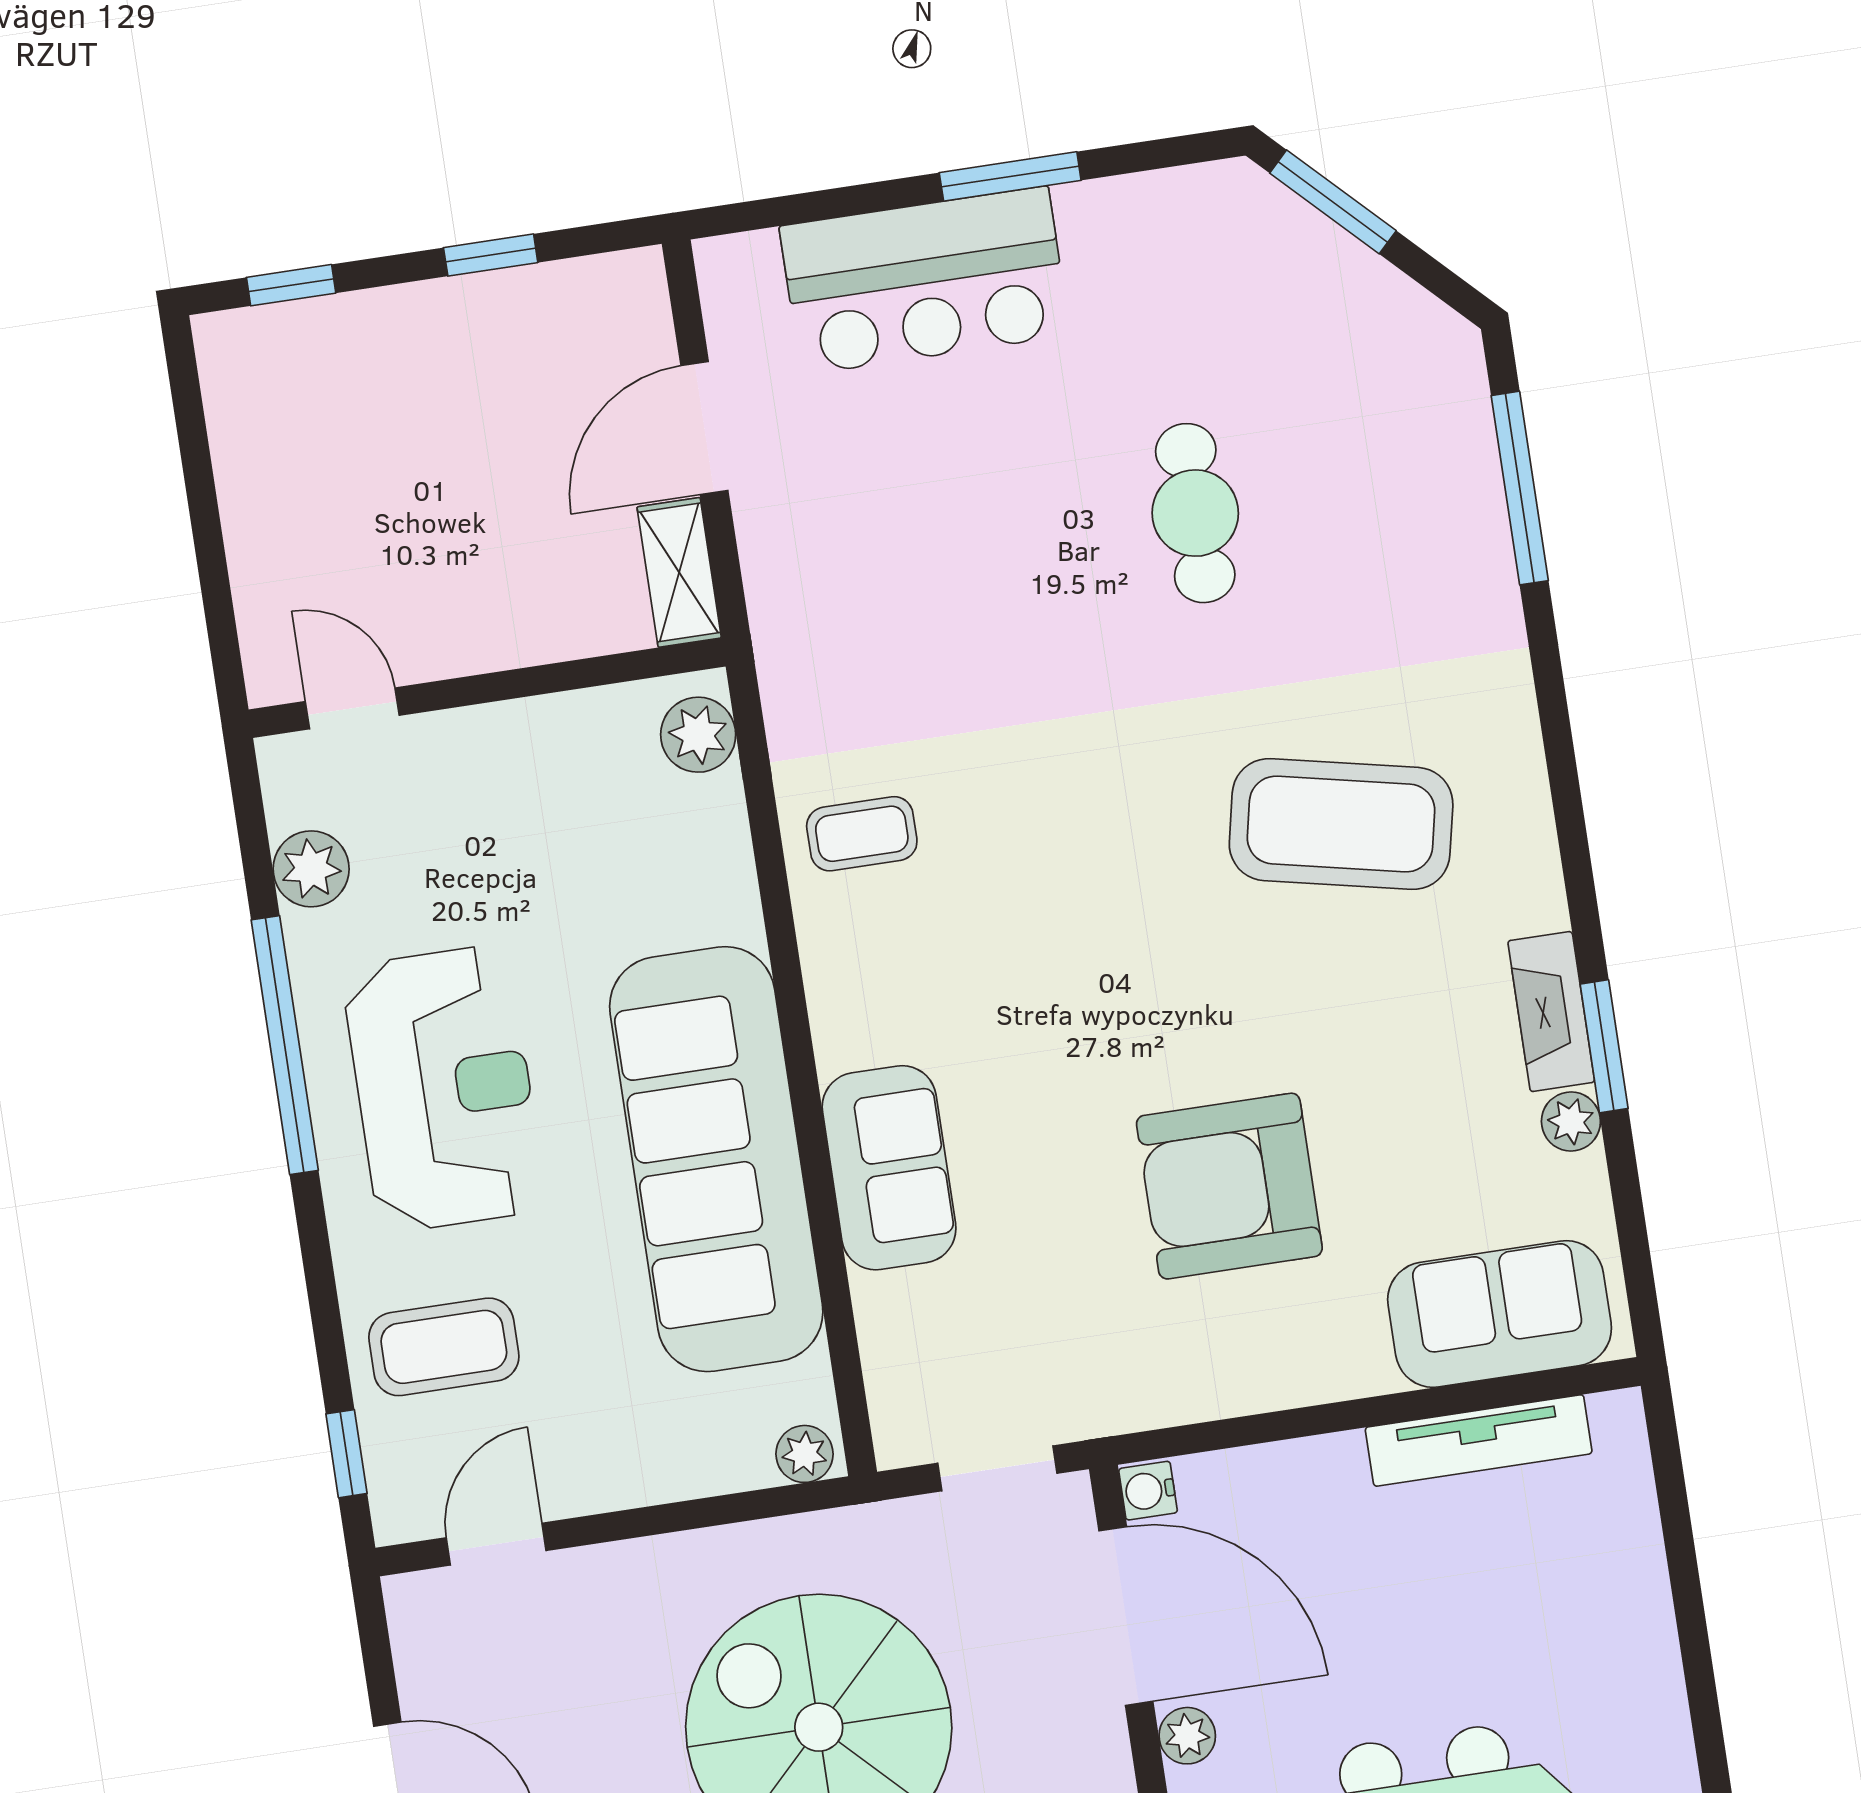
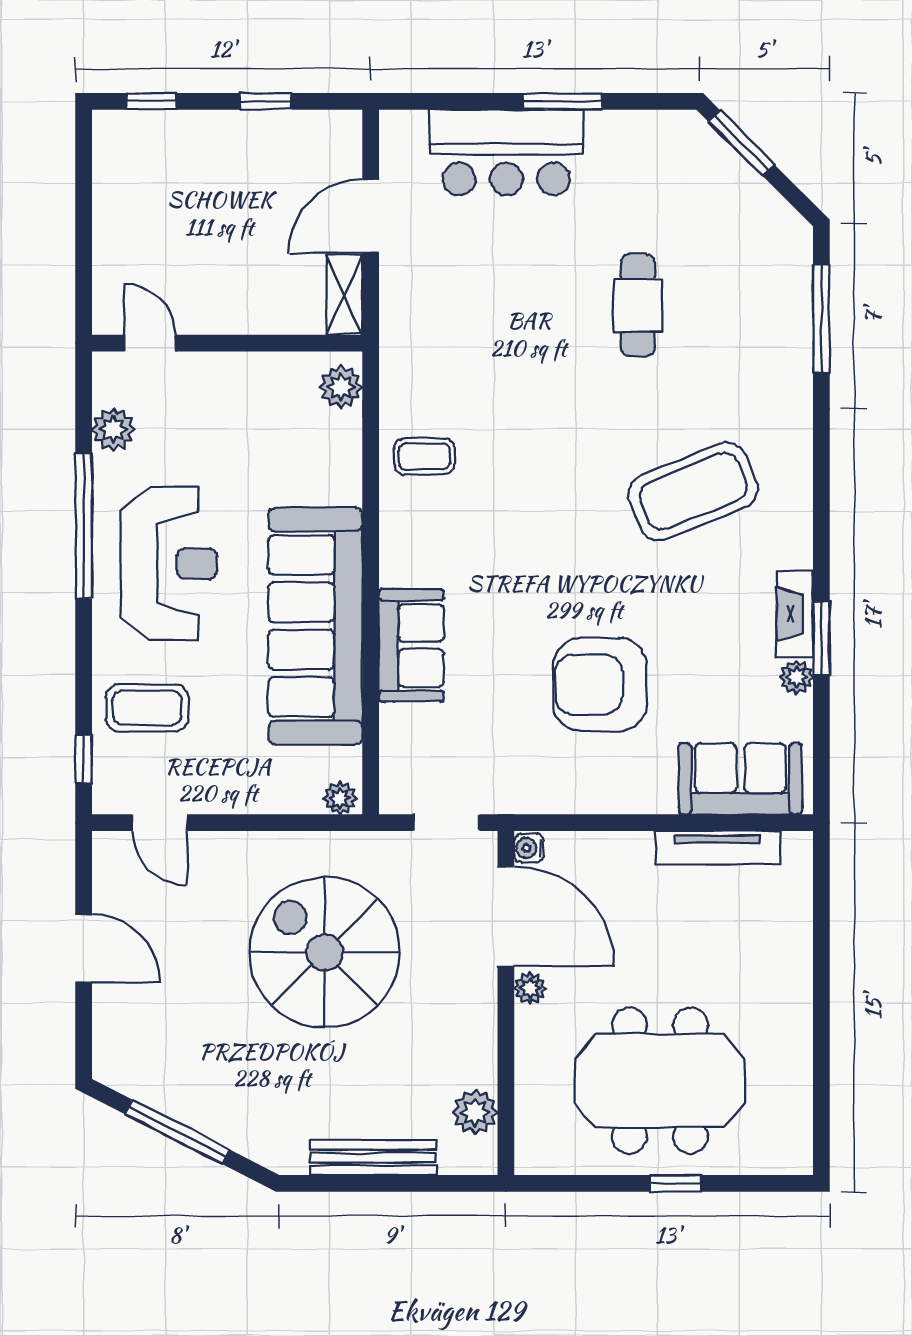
coffee table: (1341, 824) -> (693, 491), turned -34
door: (496, 1544) -> (160, 823), swing flipped

